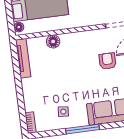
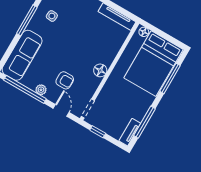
floor lamp: (53, 41) -> (100, 70), moved

